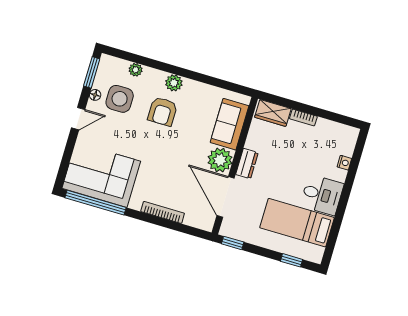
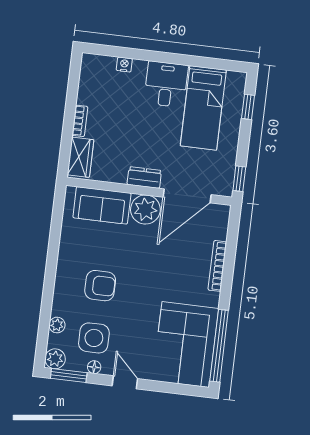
plant: (174, 83) -> (55, 359), moved

